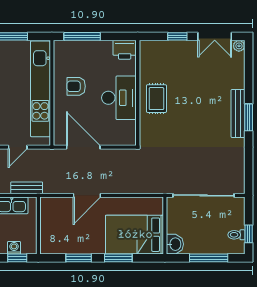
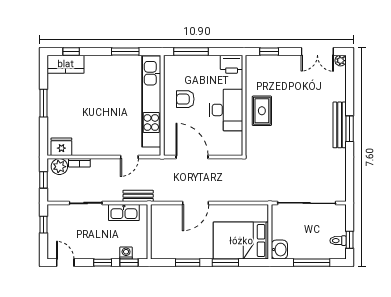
window: (177, 36) -> (269, 51), moved

